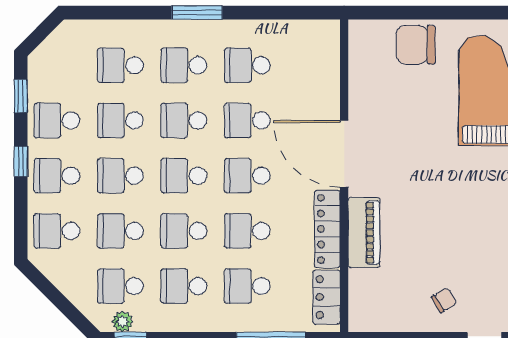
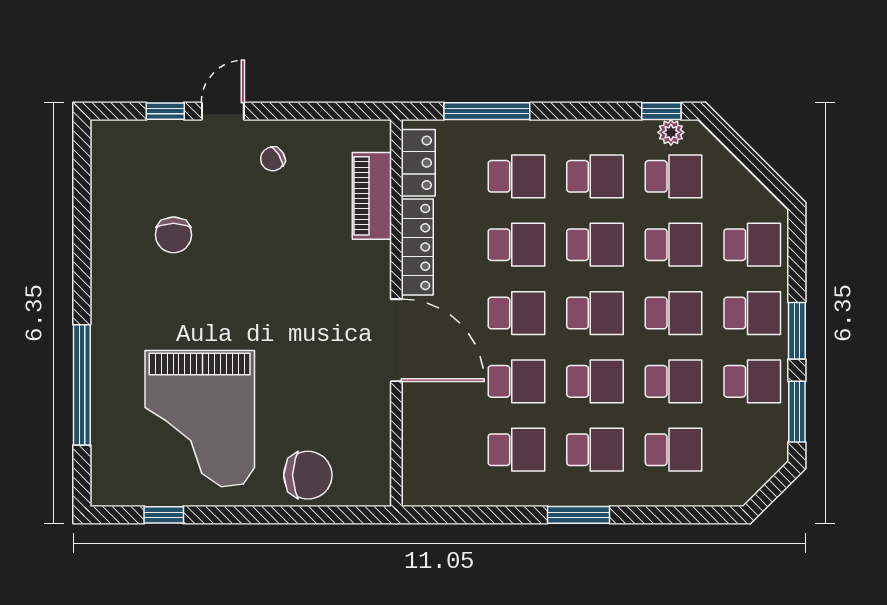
window: (21, 96) -> (797, 412), width x1.50
window: (21, 161) -> (797, 331), width x1.50
piano: (364, 233) -> (372, 196), moved

